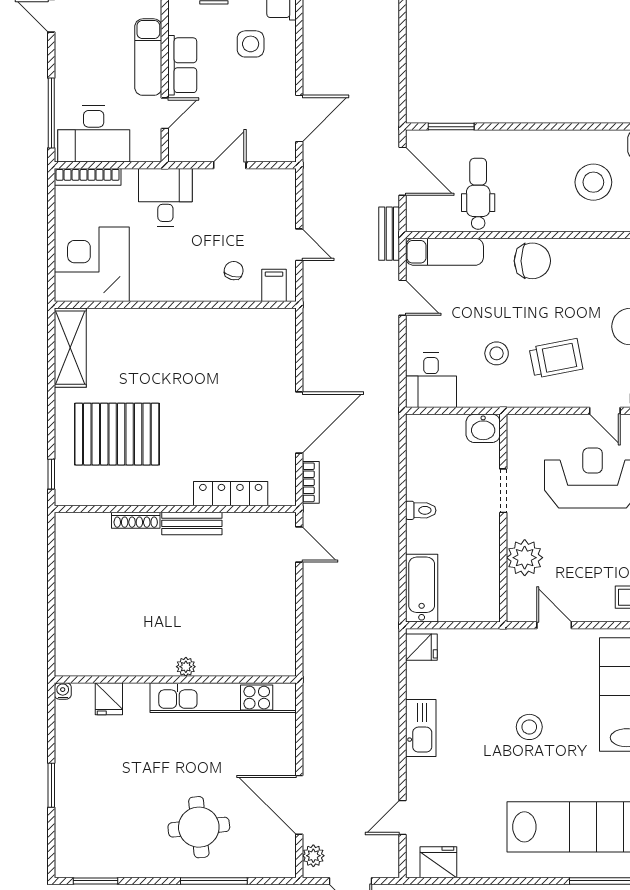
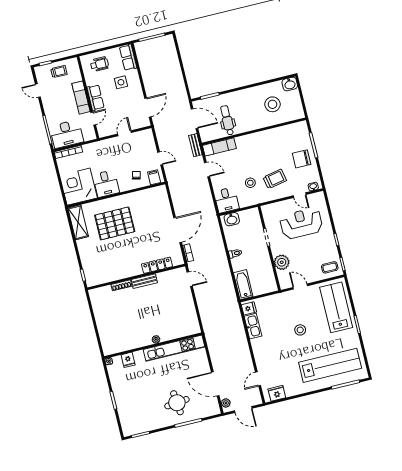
desk: (165, 197) -> (106, 184), moved, turned 180
chair: (532, 261) -> (256, 142), removed
washbasin: (483, 428) -> (232, 219), moved
pallet: (117, 434) -> (115, 223), moved
kitchen sink: (421, 728) -> (253, 326), moved

